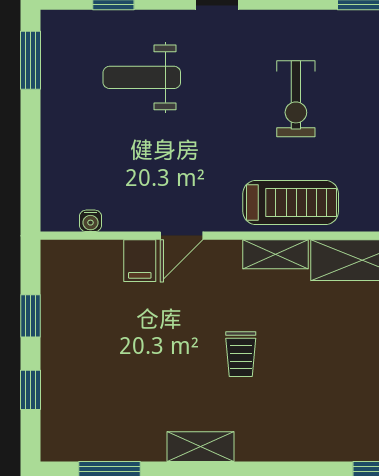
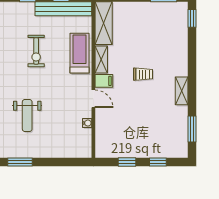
exercise bike: (296, 99) -> (36, 51), turned 90
water cooler: (91, 221) -> (87, 123), moved
filing cabinet: (140, 261) -> (104, 81), moved

